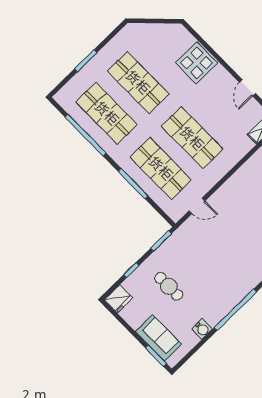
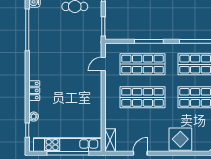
door: (247, 88) -> (140, 153), hinge flipped

